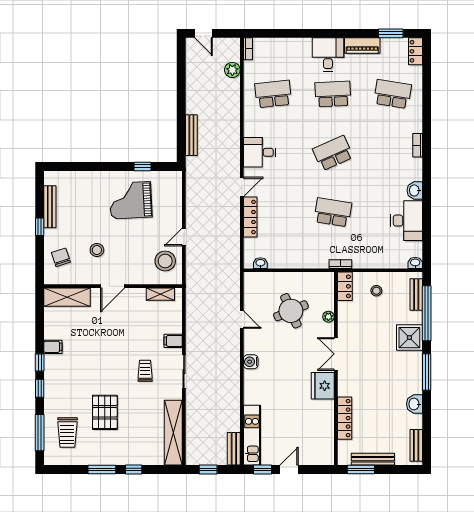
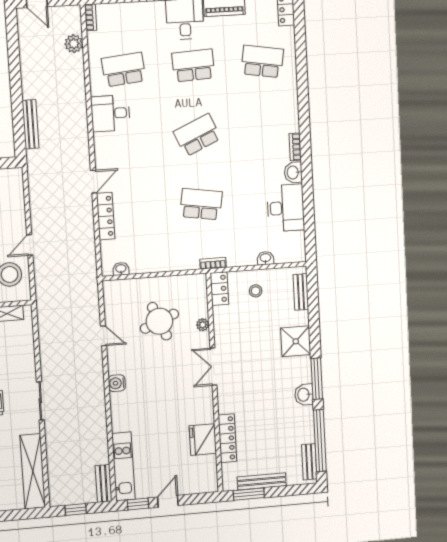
bookcase: (418, 145) -> (295, 147), moved
desk: (260, 152) -> (110, 113), moved
washbasin: (415, 263) -> (265, 258), moved
window: (427, 313) -> (320, 441), moved
filing cabinet: (173, 341) -> (25, 366), removed
fridge: (323, 386) -> (203, 440), moved
washbasin: (414, 404) -> (304, 395), moved

